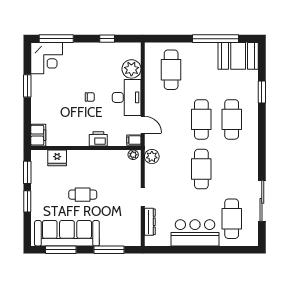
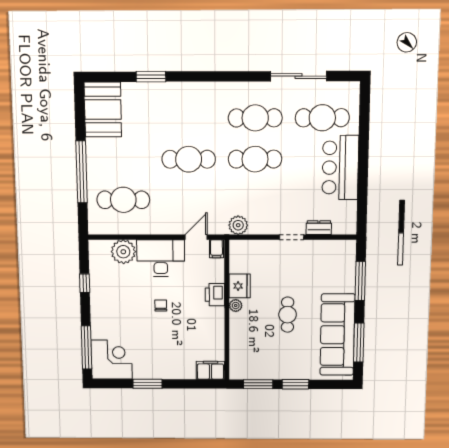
window: (215, 39) -> (82, 172), moved
cafe table: (232, 119) -> (255, 118), moved
plant: (133, 155) -> (236, 306), moved
fridge: (57, 158) -> (240, 286), moved
dresser: (150, 222) -> (319, 228), width x0.70

